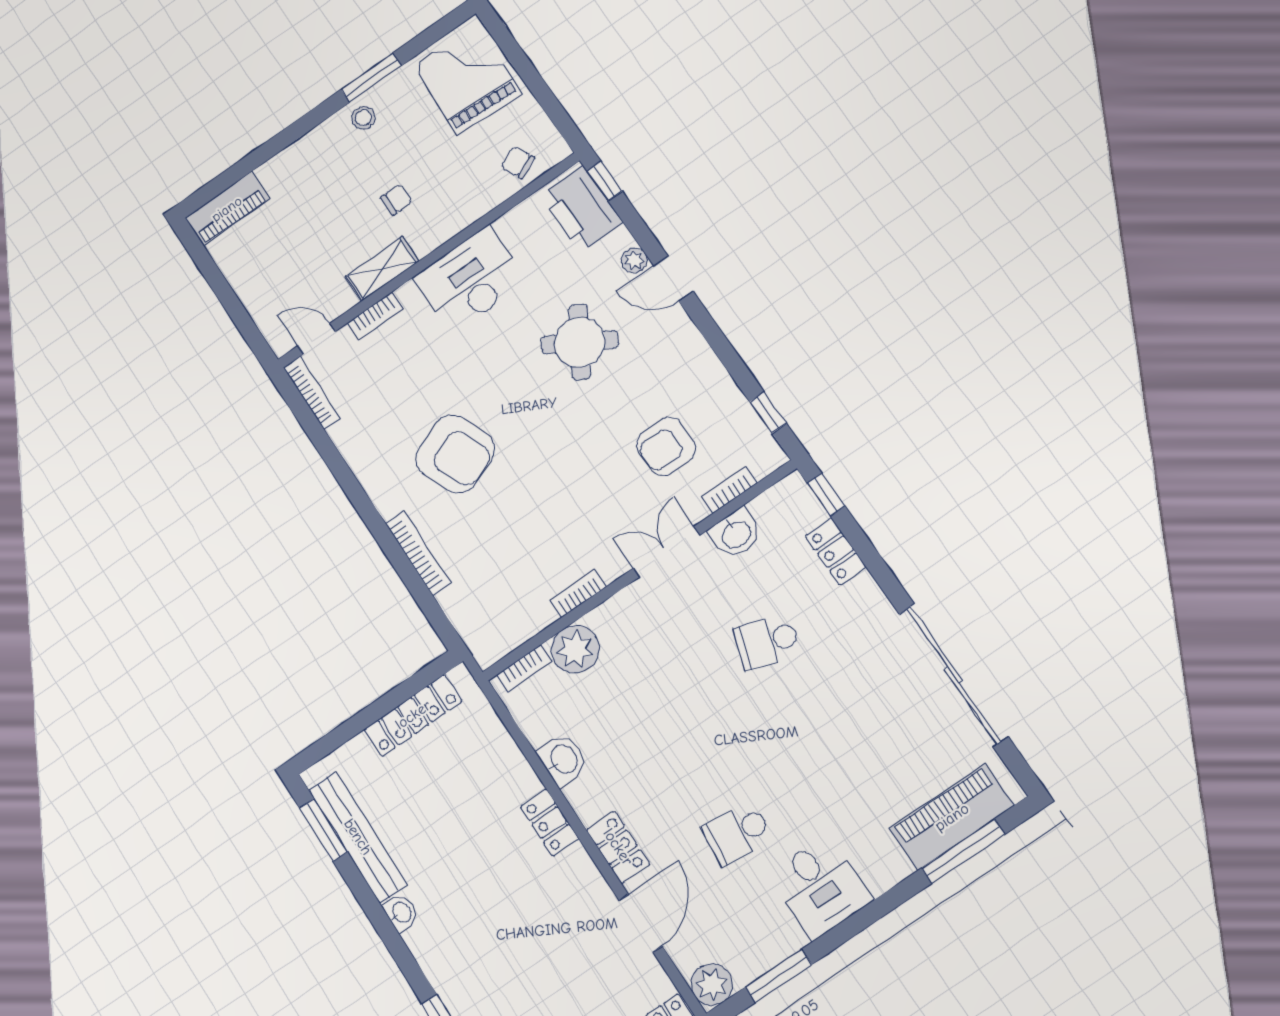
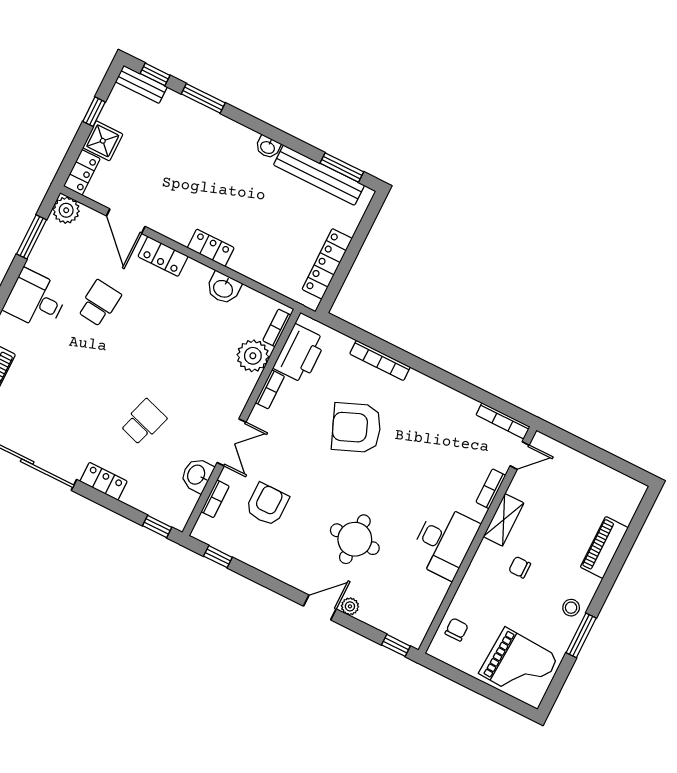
chair: (518, 162) -> (457, 630), turned -65
chair: (396, 200) -> (520, 567), turned 90
piano: (227, 209) -> (604, 547), moved
printer: (582, 209) -> (300, 354), moved, turned 90
round table: (580, 342) -> (355, 539), turned -31
armchair: (455, 454) -> (356, 428), moved
locker: (836, 552) -> (104, 481), moved

